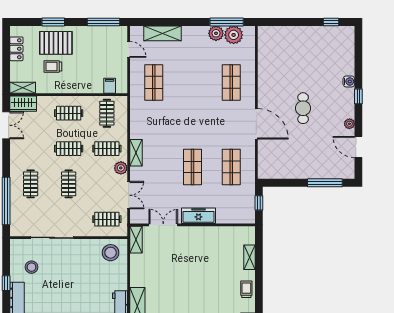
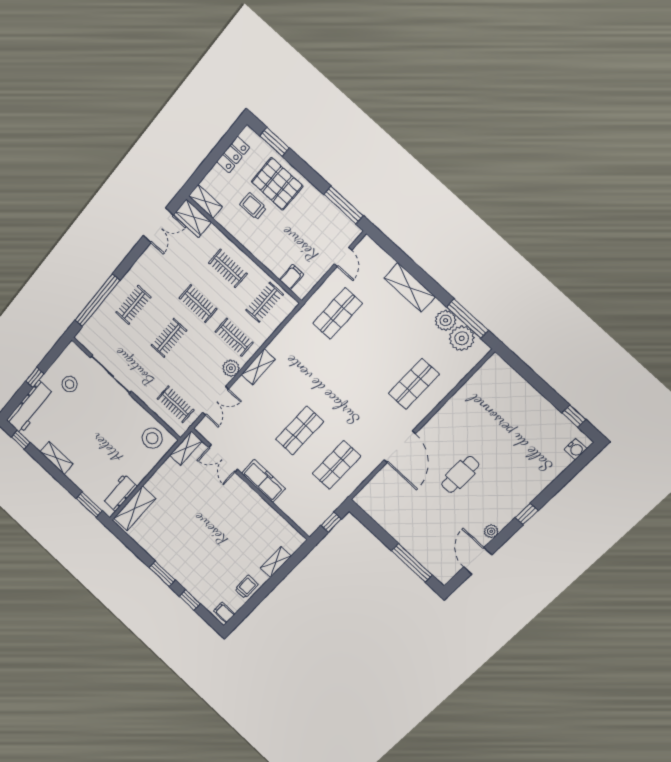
window: (53, 22) -> (275, 142), moved
shelving: (163, 33) -> (410, 287), moved
water cooler: (349, 81) -> (576, 449), moved
double door: (163, 225) -> (223, 458), swing flipped

